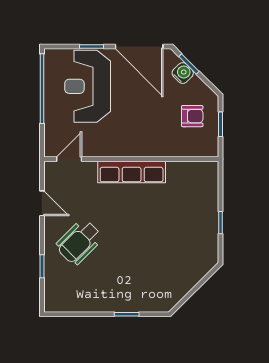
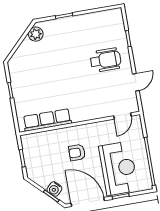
armchair: (192, 116) -> (77, 153), moved
row of seats: (132, 172) -> (47, 120), moved
door: (42, 203) -> (136, 82), swing flipped
wheelchair: (79, 242) -> (106, 60), turned 45
plant: (171, 296) -> (36, 34), added

